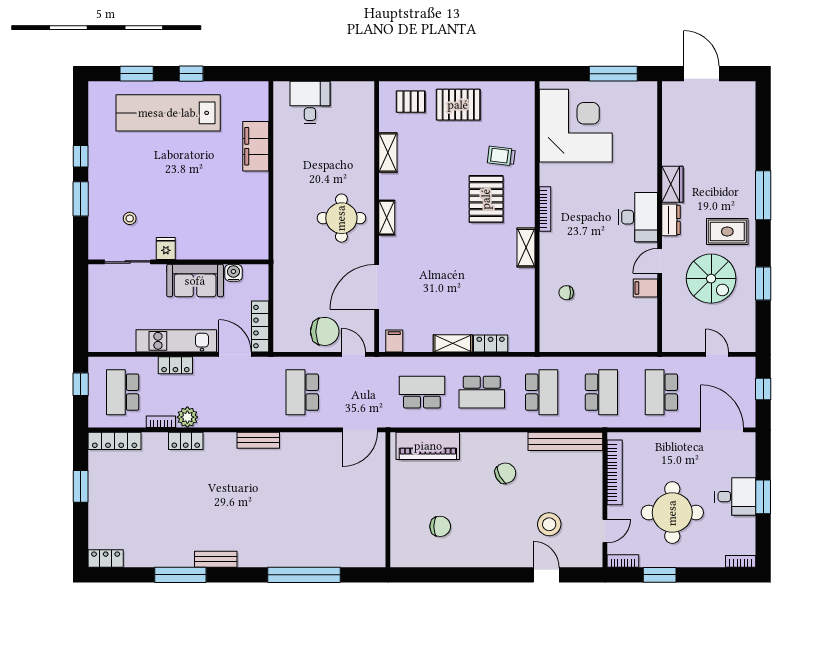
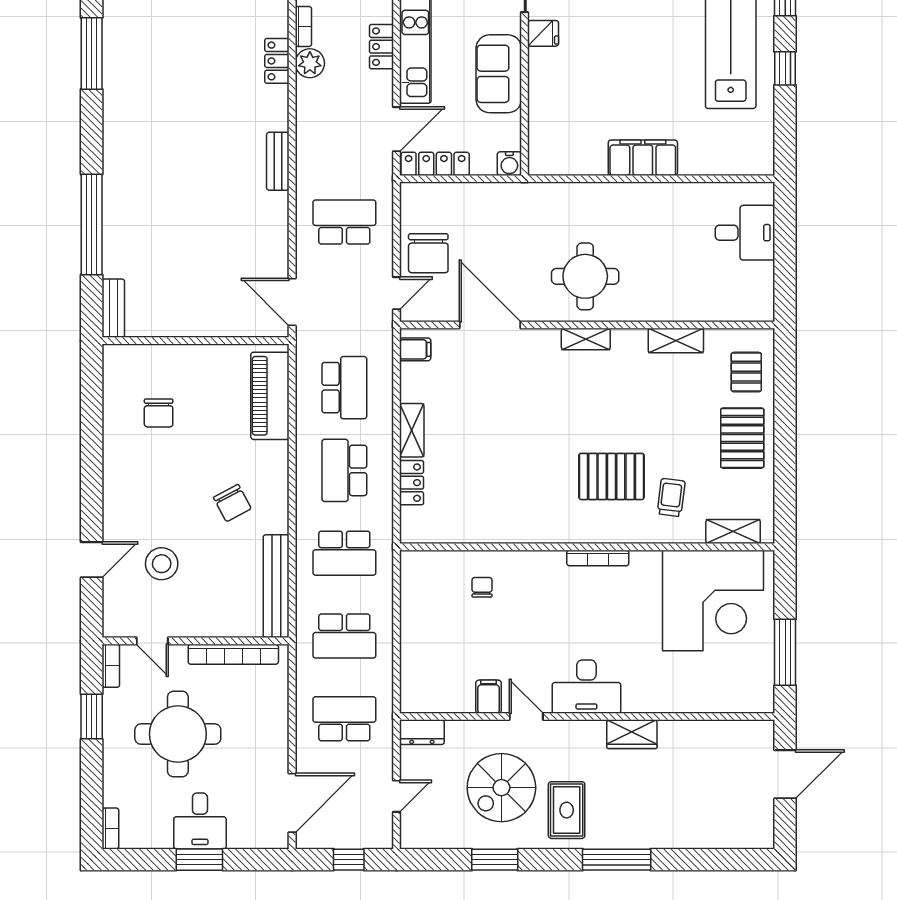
filing cabinet: (256, 146) -> (643, 158), moved
dresser: (671, 220) -> (422, 732), moved
shelving: (526, 248) -> (733, 532), moved
water cooler: (233, 273) -> (509, 164), moved, turned 90
bench: (216, 559) -> (113, 308), moved

